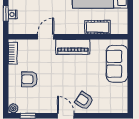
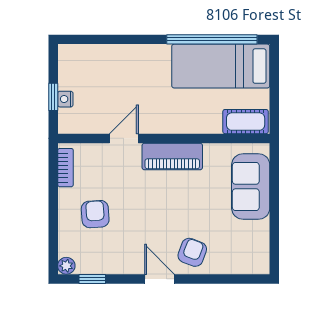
cot: (97, 27) -> (246, 122), moved
armchair: (29, 79) -> (95, 214), turned 86
armchair: (84, 101) -> (192, 252), turned 78

